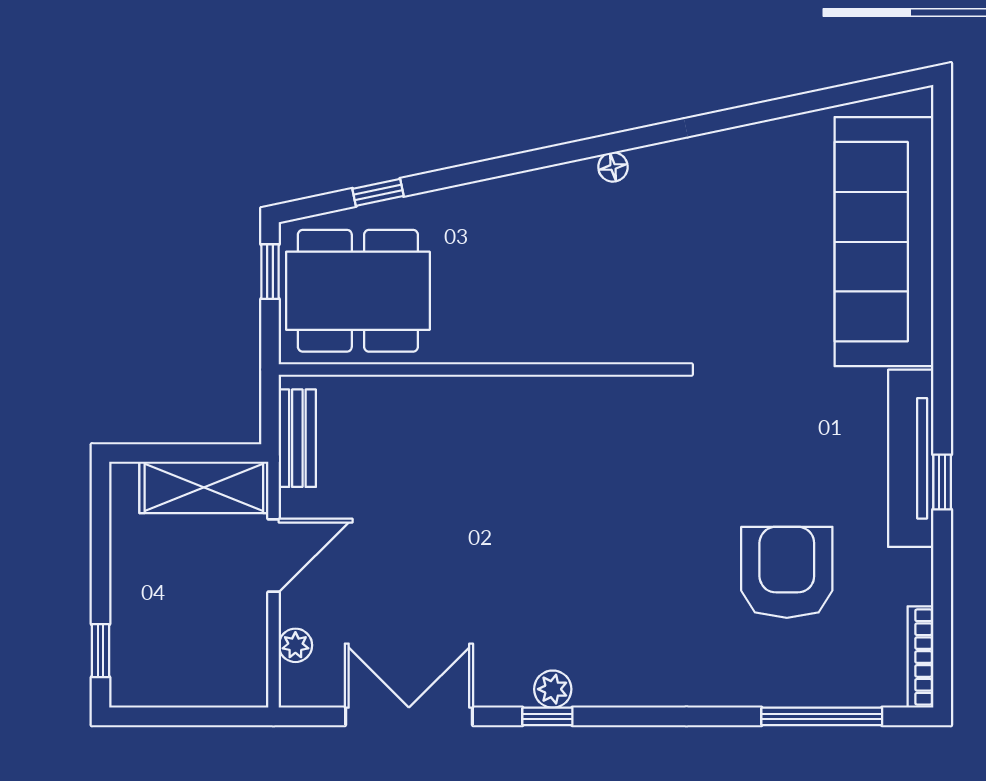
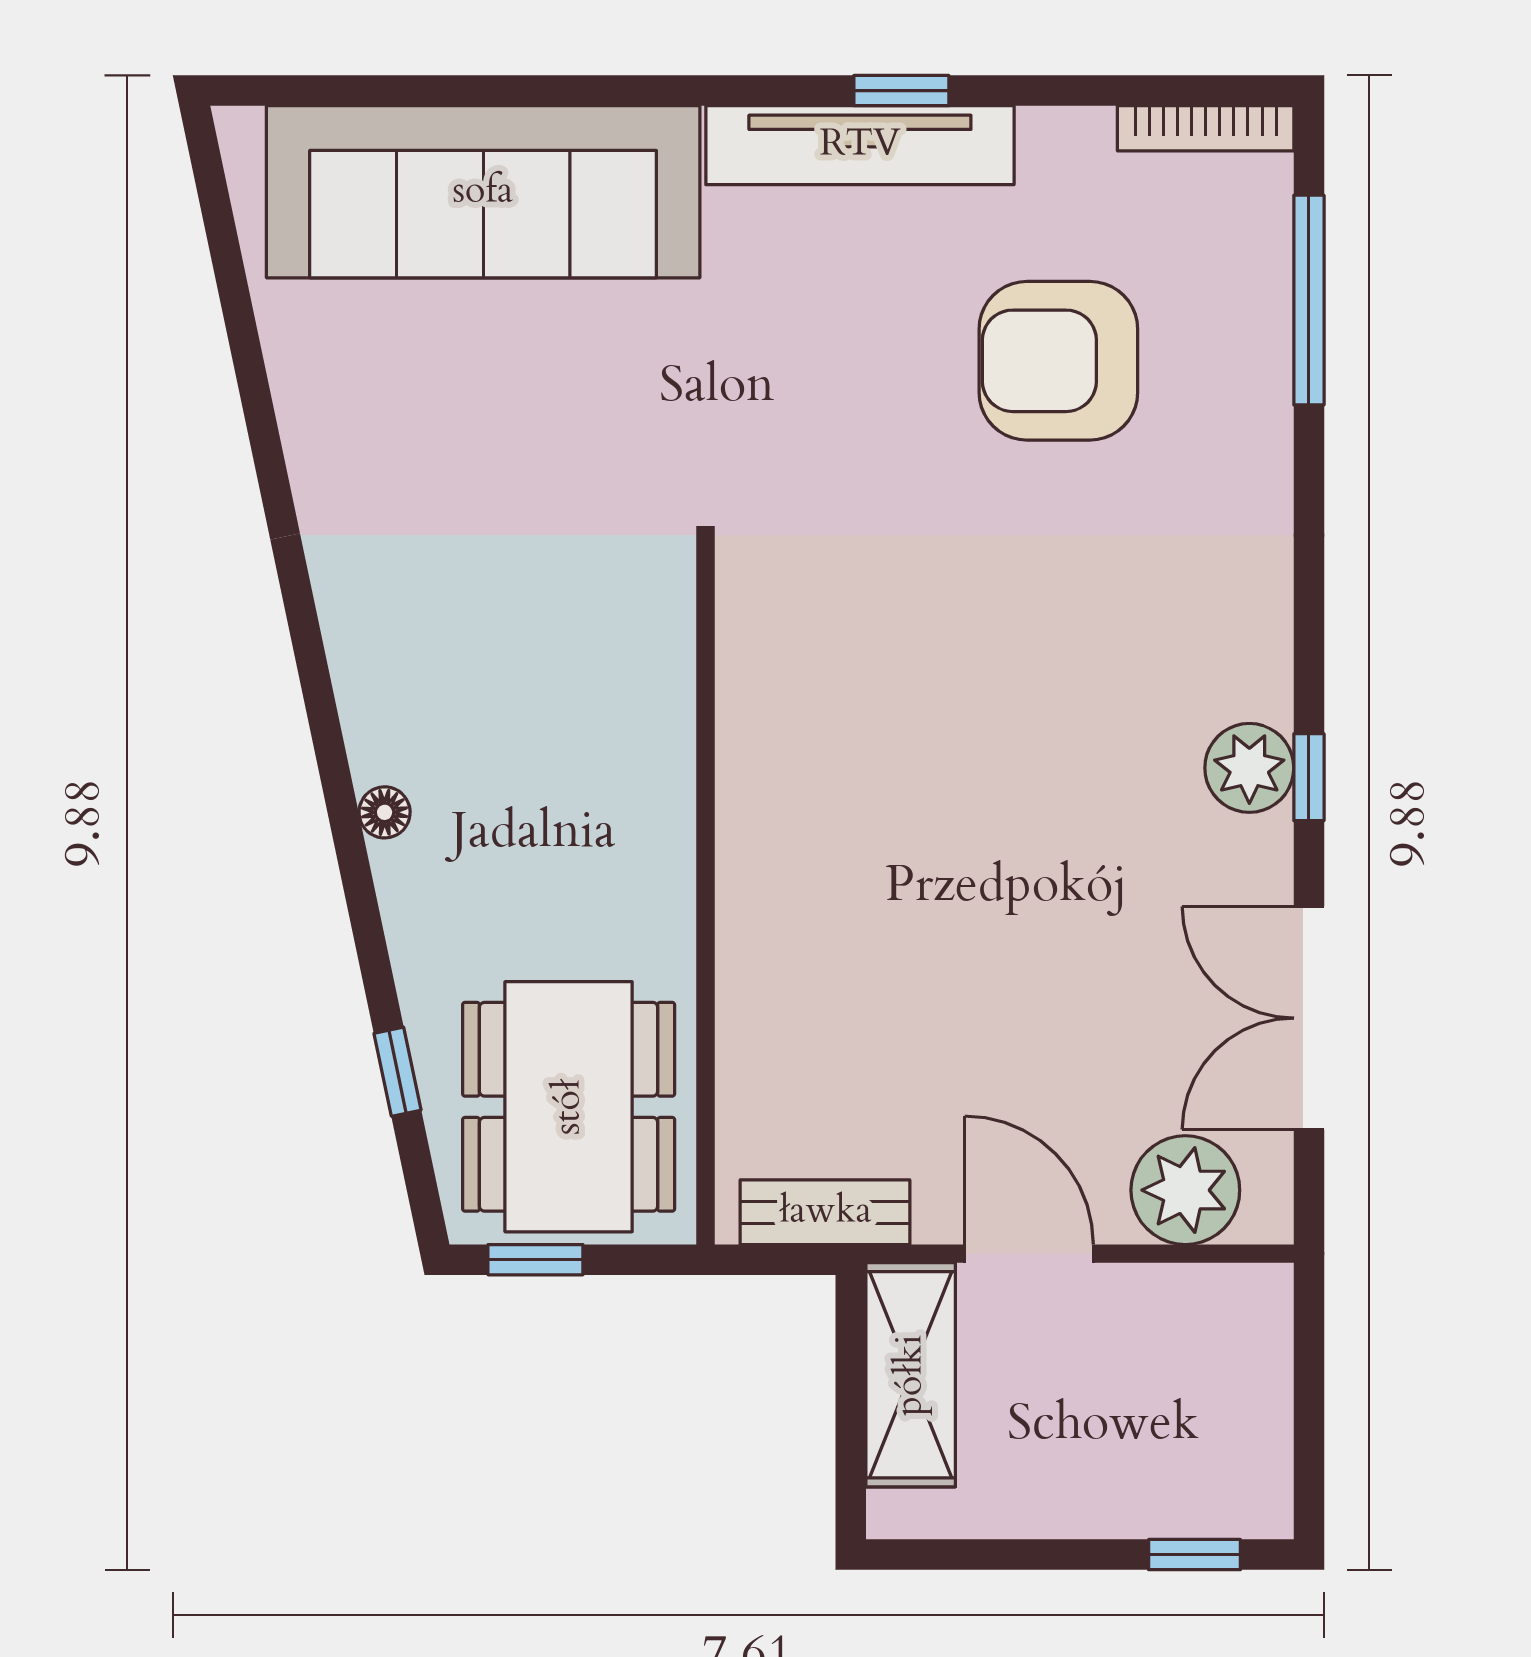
floor lamp: (613, 167) -> (385, 812), moved
plant: (295, 645) -> (1185, 1190), width x1.87, depth x1.87
plant: (553, 689) -> (1249, 768), width x1.38, depth x1.38

